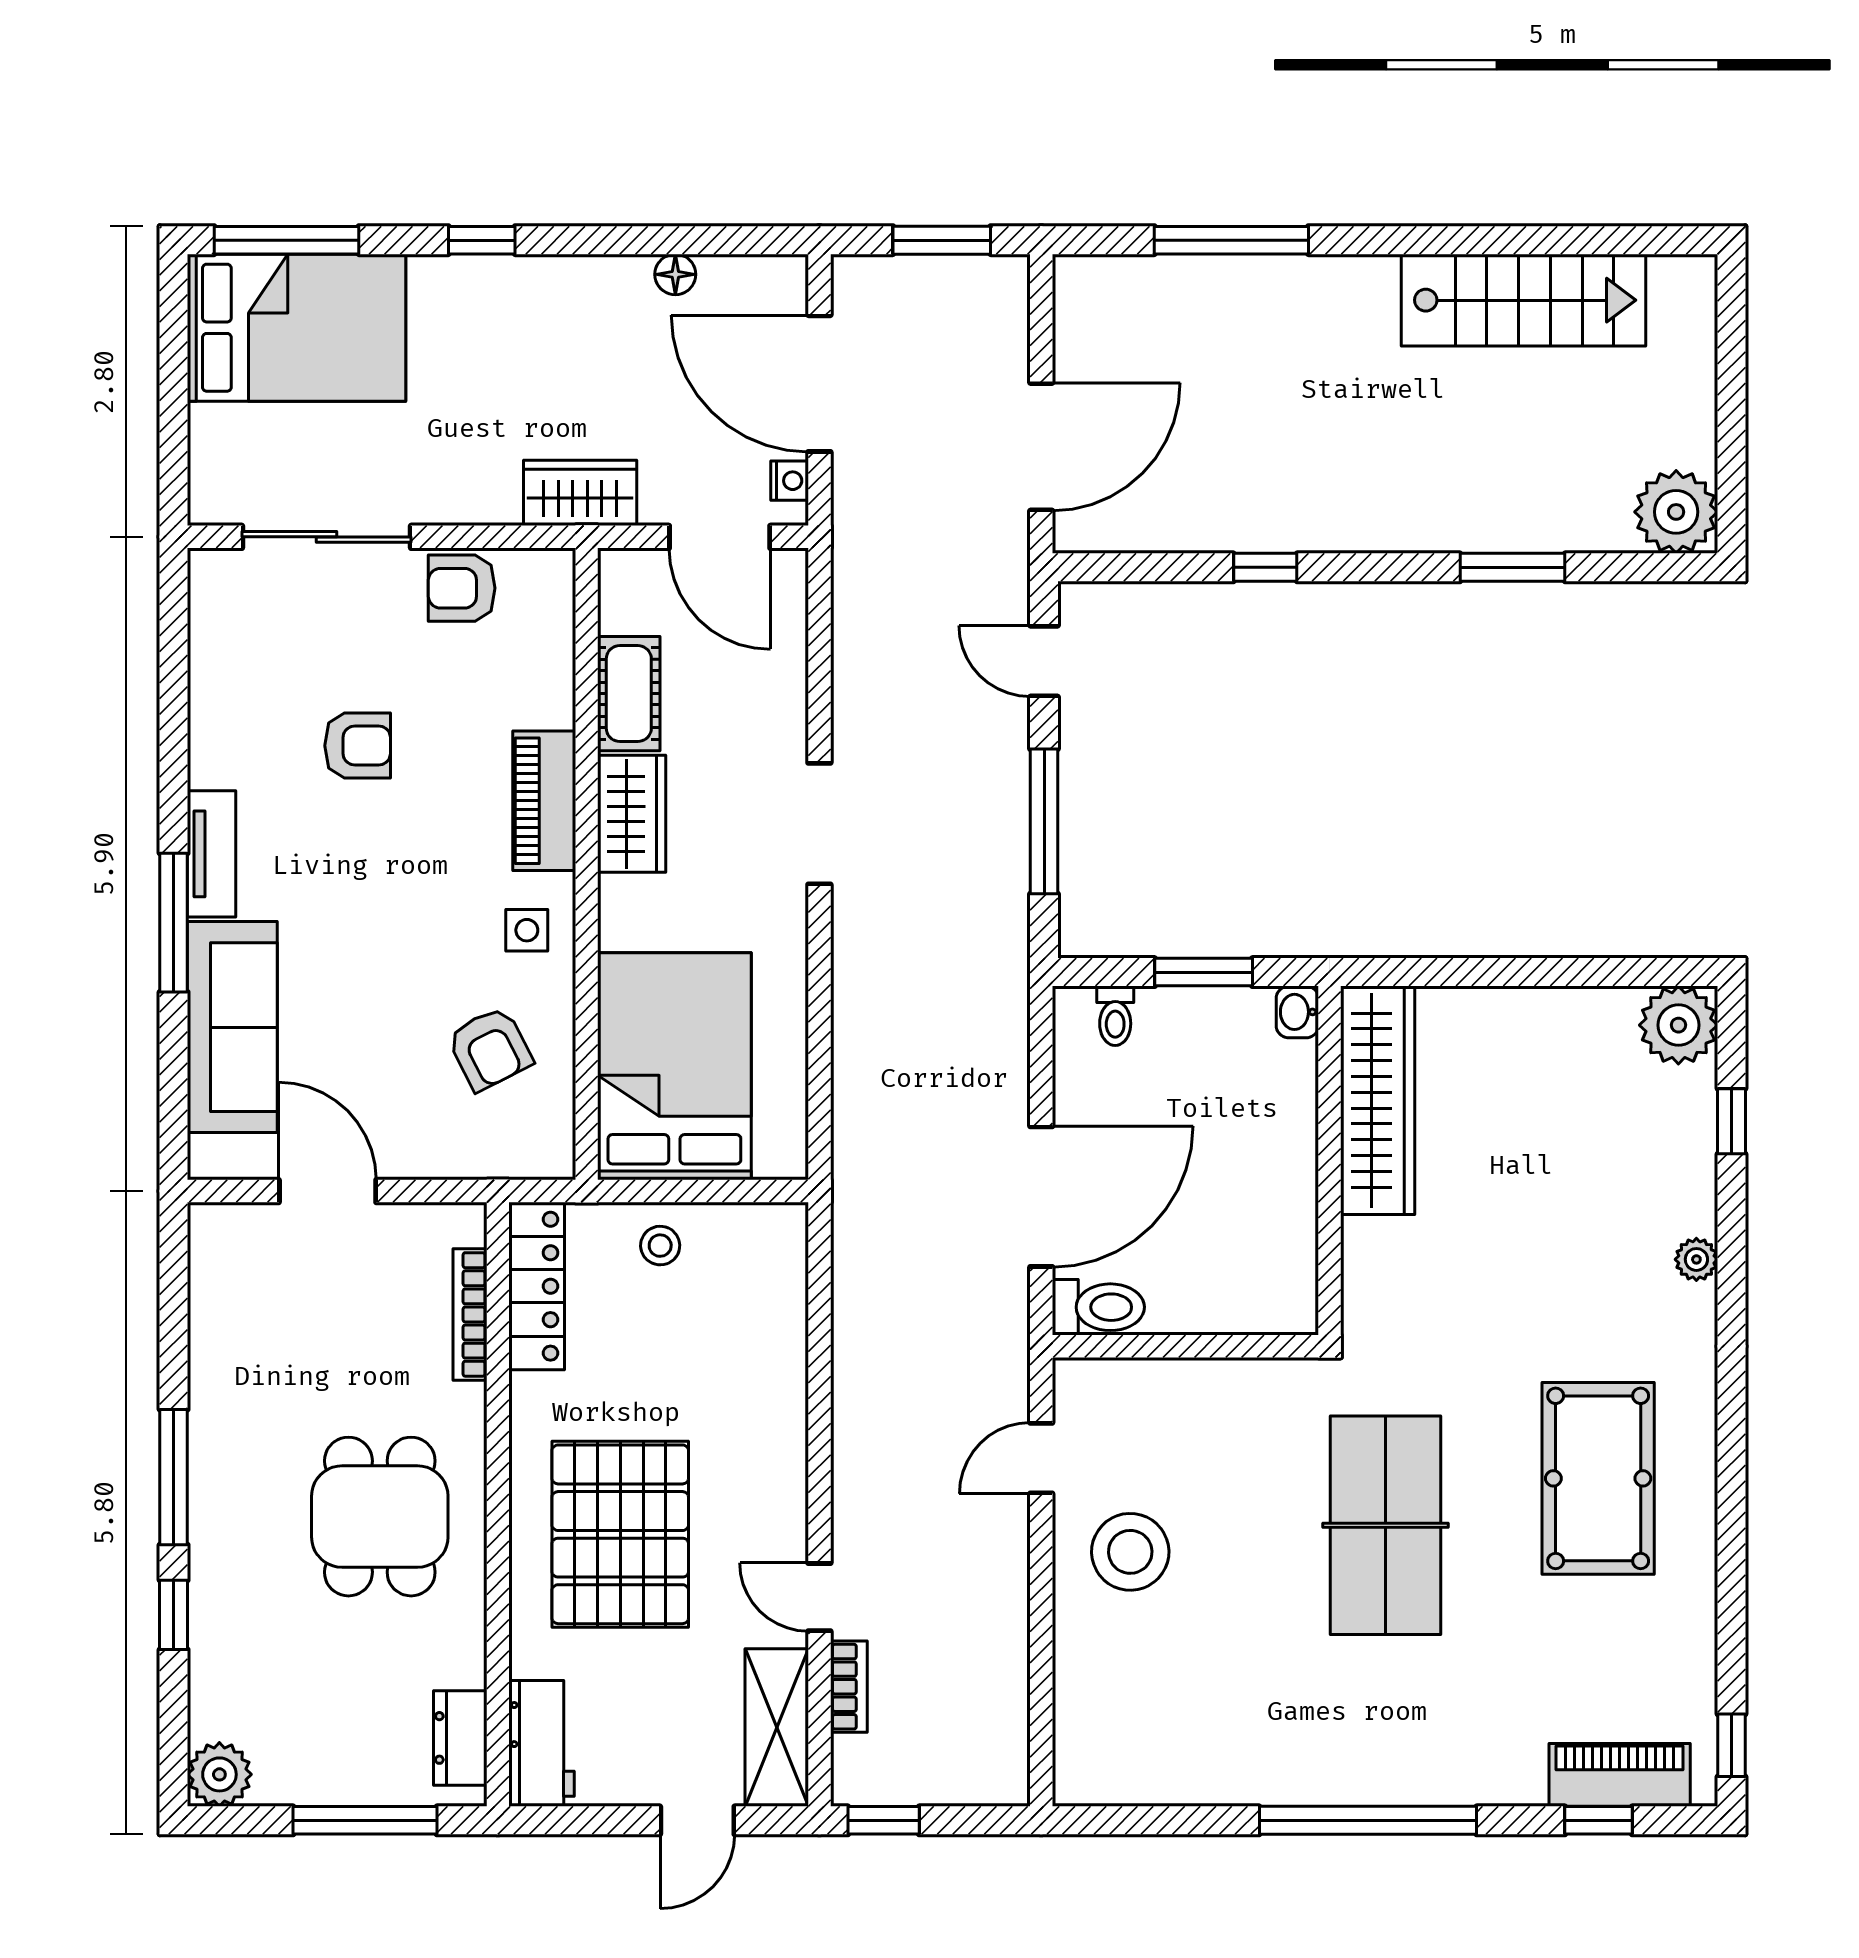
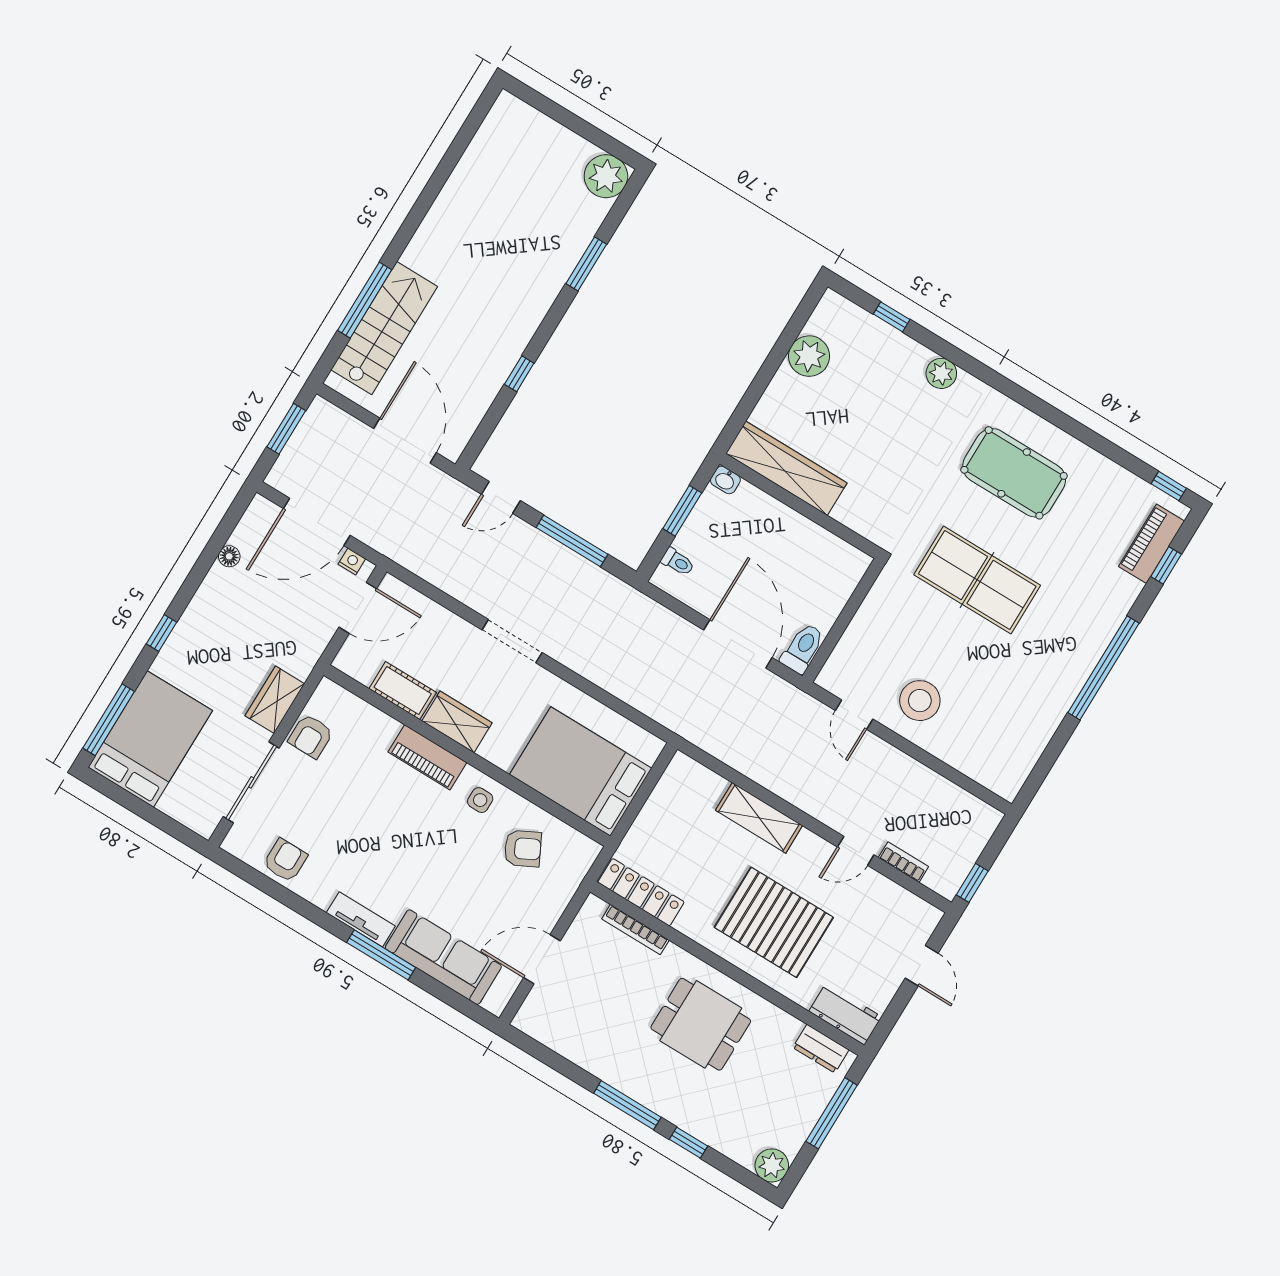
stairs: (1523, 300) -> (384, 328), moved
wardrobe: (580, 493) -> (275, 700), moved
armchair: (358, 746) -> (285, 860), moved
plant: (1678, 1025) -> (809, 356), moved
stool: (660, 1246) -> (656, 826), removed
plant: (1696, 1259) -> (941, 373), width x1.38, depth x1.38
shelving: (777, 1727) -> (759, 818), moved

